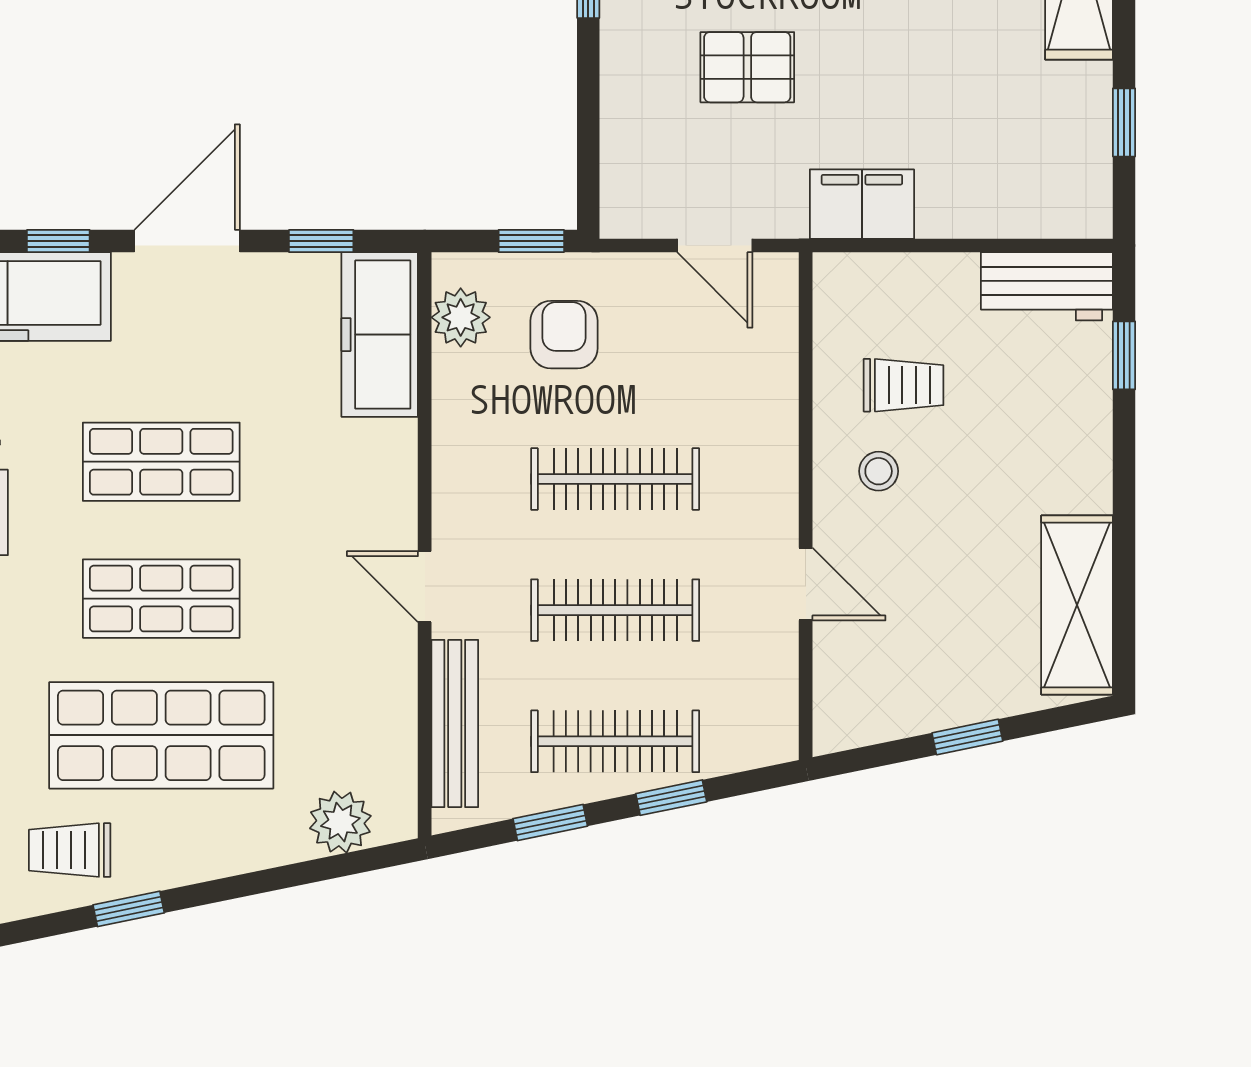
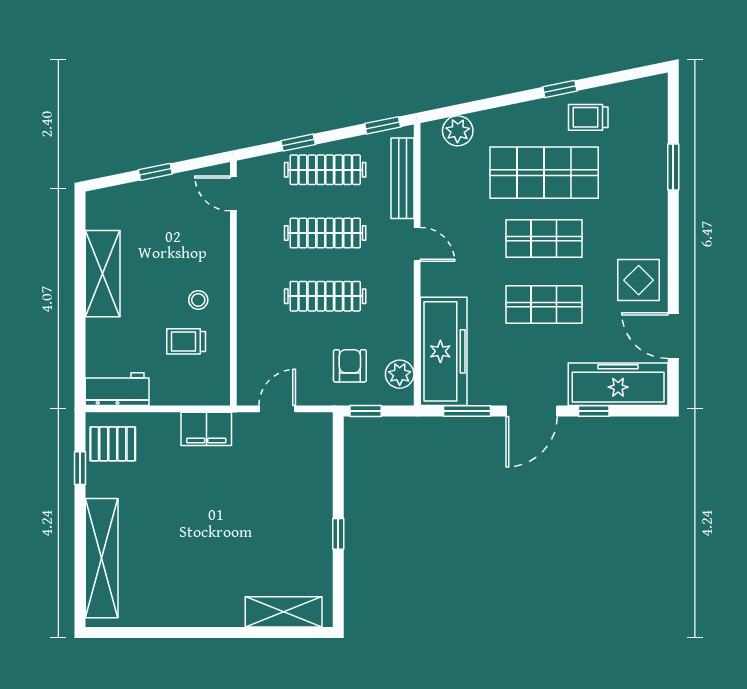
pallet: (747, 67) -> (113, 444), moved
window: (321, 241) -> (467, 411), width x1.50
door: (715, 246) -> (277, 409), hinge flipped
freezer: (380, 335) -> (444, 351), width x1.36, depth x1.26
armchair: (564, 335) -> (350, 366), turned 180
window: (1124, 355) -> (80, 356), removed
door: (806, 584) -> (233, 193), moved
shelving: (1077, 605) -> (103, 274), moved
window: (550, 822) -> (383, 125), moved
trolley: (70, 850) -> (588, 117), turned 180

